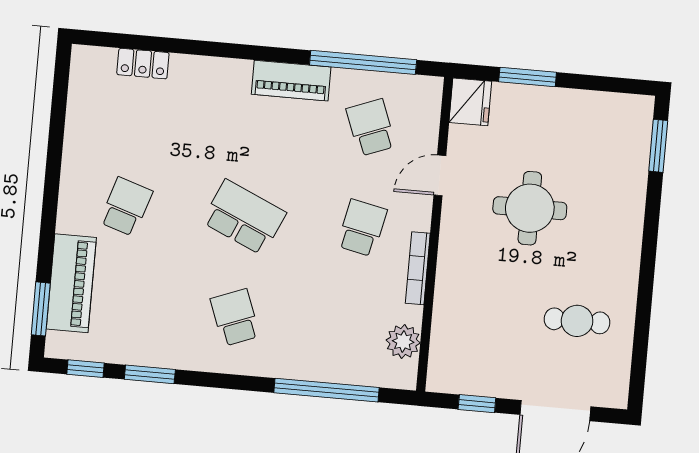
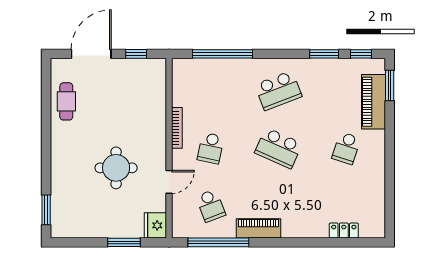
school desk: (235, 318) -> (278, 91), width x1.85
cafe table: (577, 321) -> (66, 101), moved, turned 90
plant: (403, 342) -> (181, 85), removed

